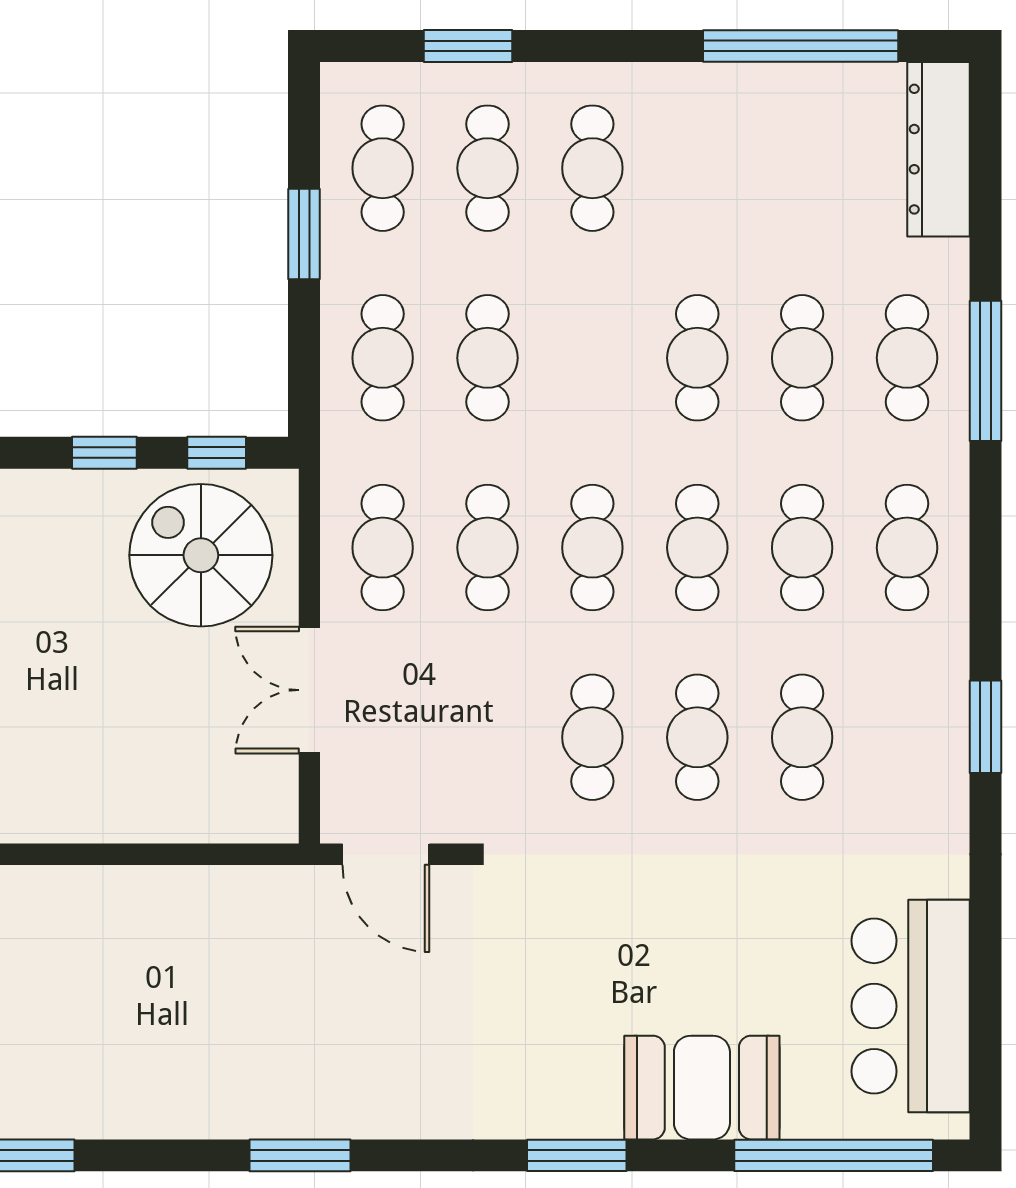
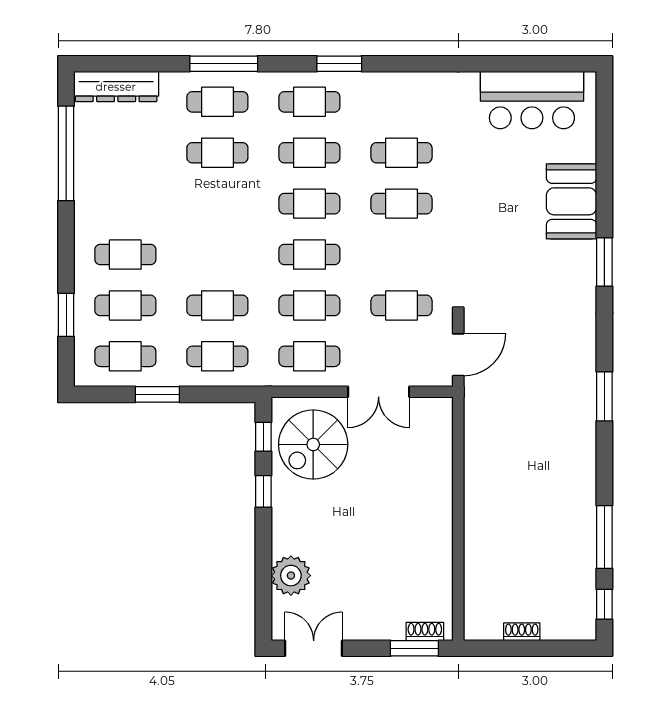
cafe table: (697, 358) -> (217, 204), removed
window: (986, 727) -> (339, 64), moved
cafe table: (592, 737) -> (402, 305), moved
window: (834, 1155) -> (604, 137), removed

